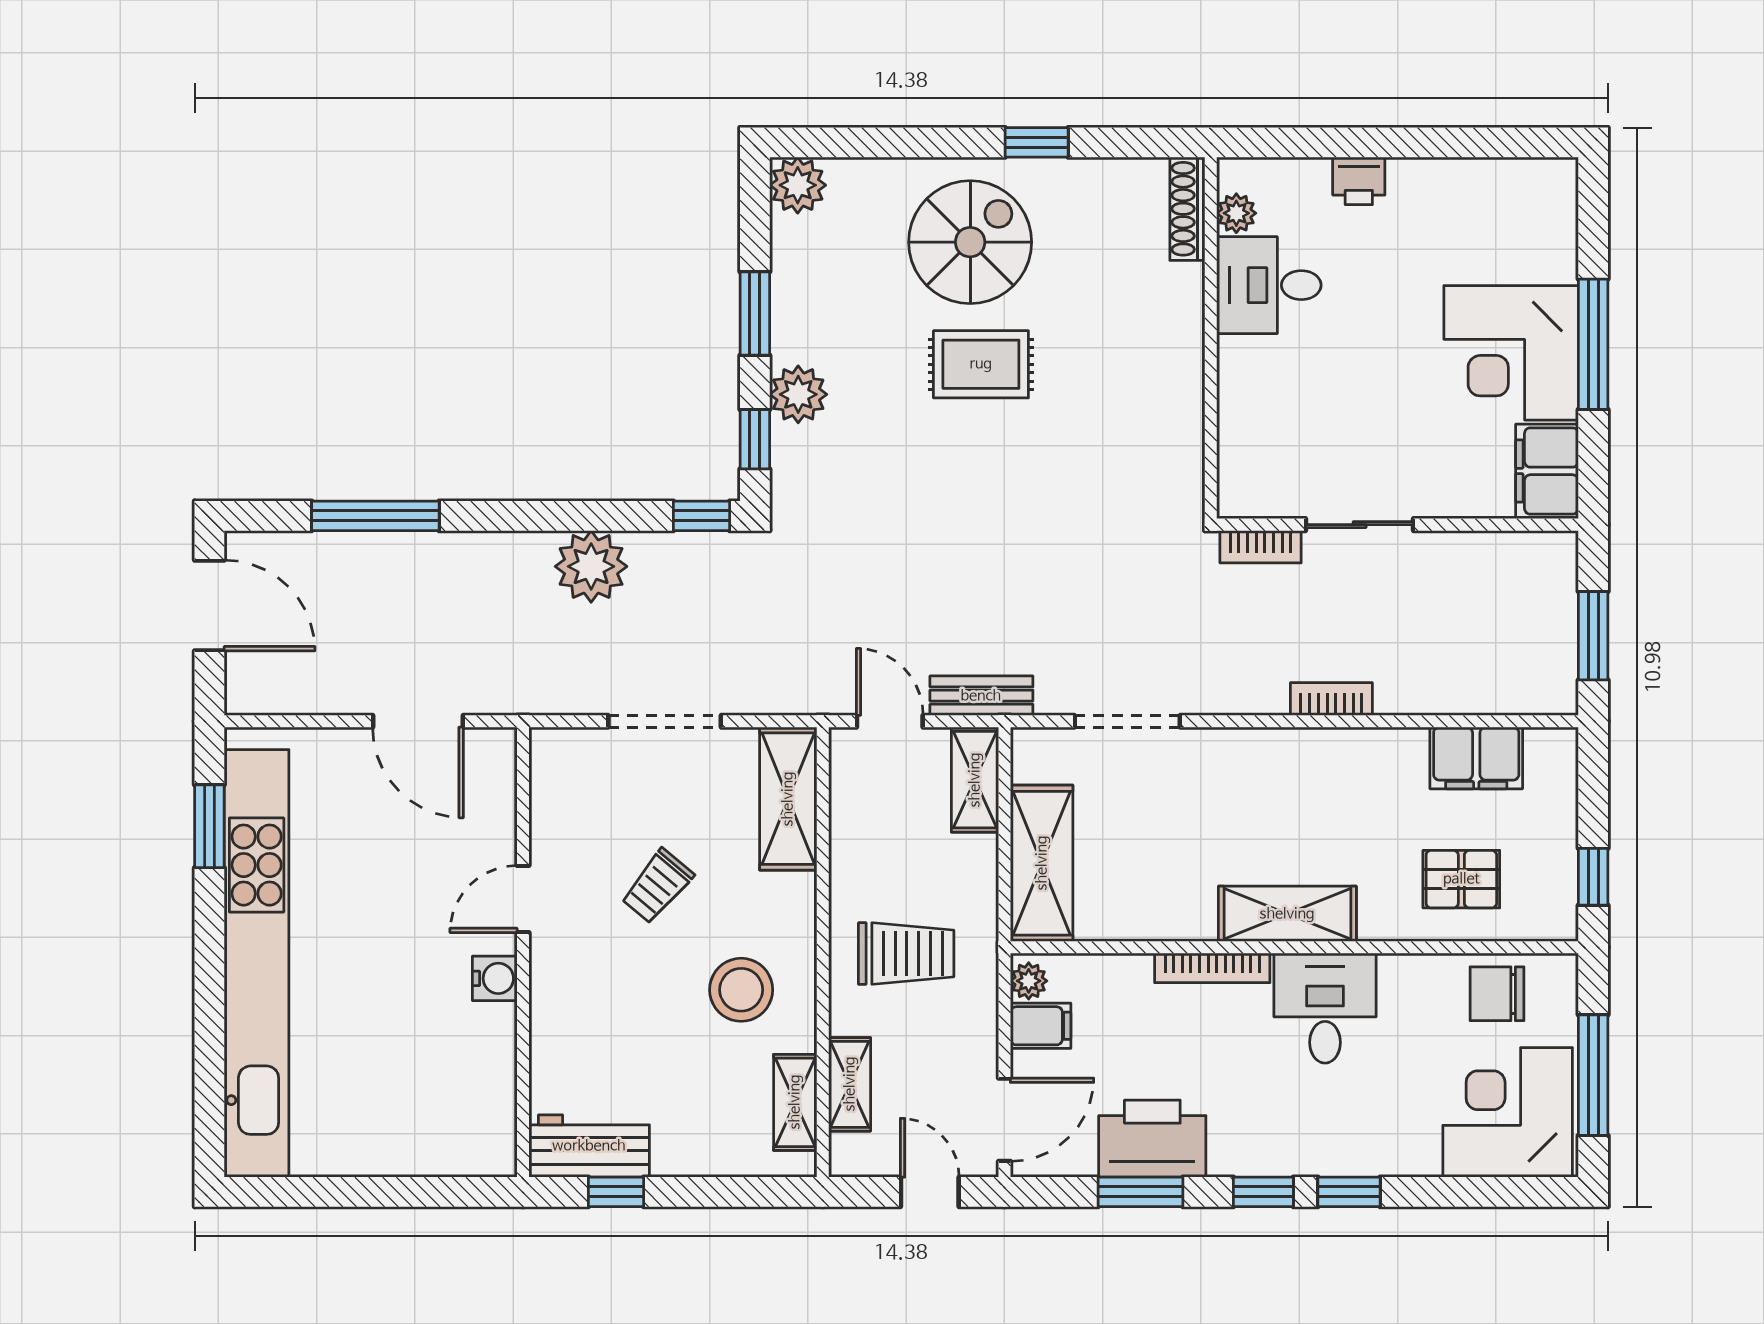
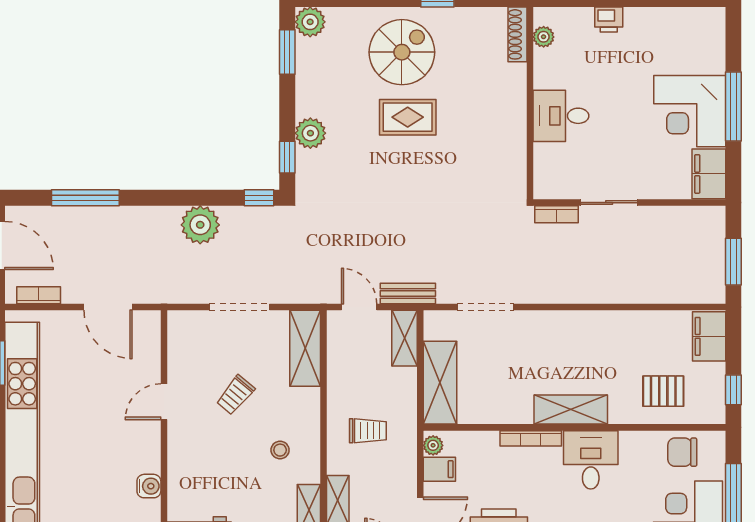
desk: (1269, 285) -> (561, 116), moved
window: (755, 313) -> (287, 52), moved
bookcase: (1331, 699) -> (39, 295), moved
filing cabinet: (1476, 758) -> (709, 336), moved, turned 90
trolley: (906, 953) -> (368, 431), width x0.73, depth x0.72
water cooler: (495, 978) -> (149, 486), moved
stool: (741, 990) -> (280, 450), width x0.53, depth x0.53

